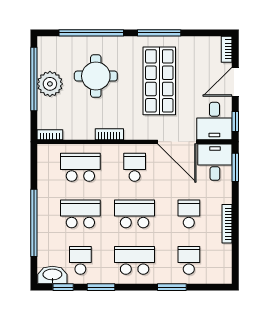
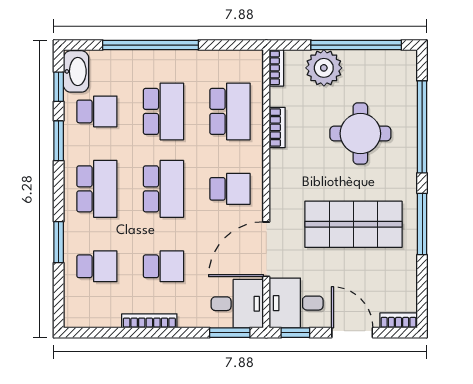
plant: (50, 84) -> (324, 68), moved
bookcase: (109, 134) -> (277, 127), moved

